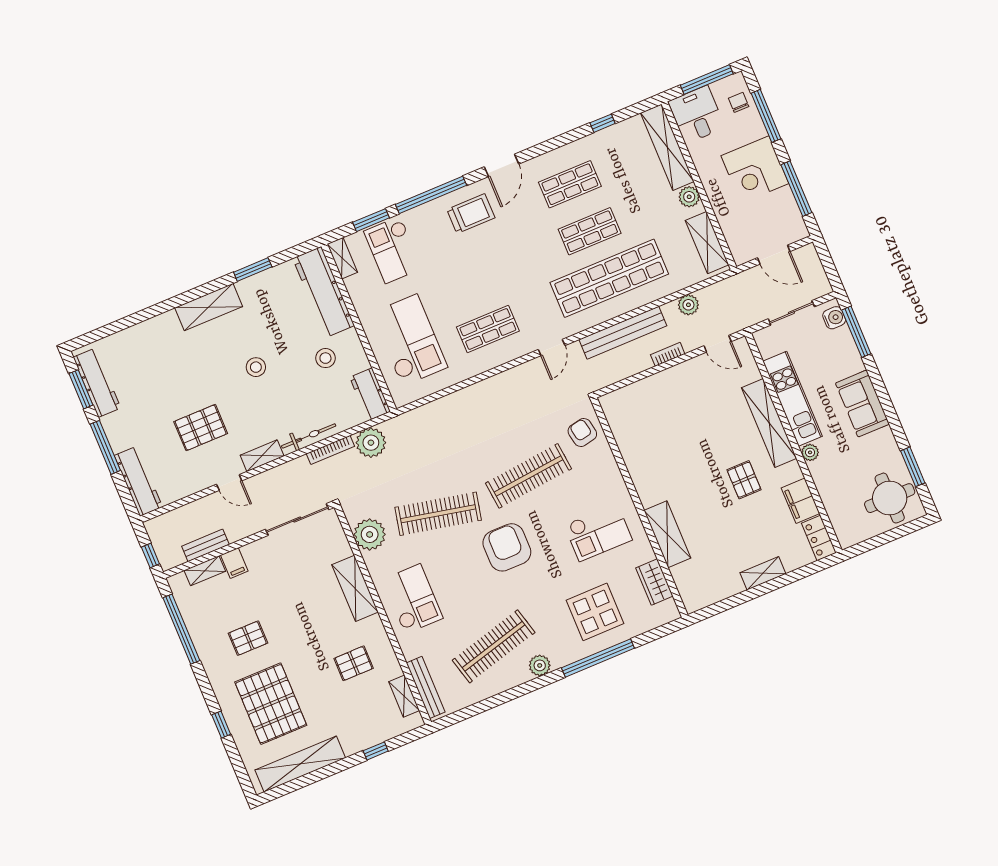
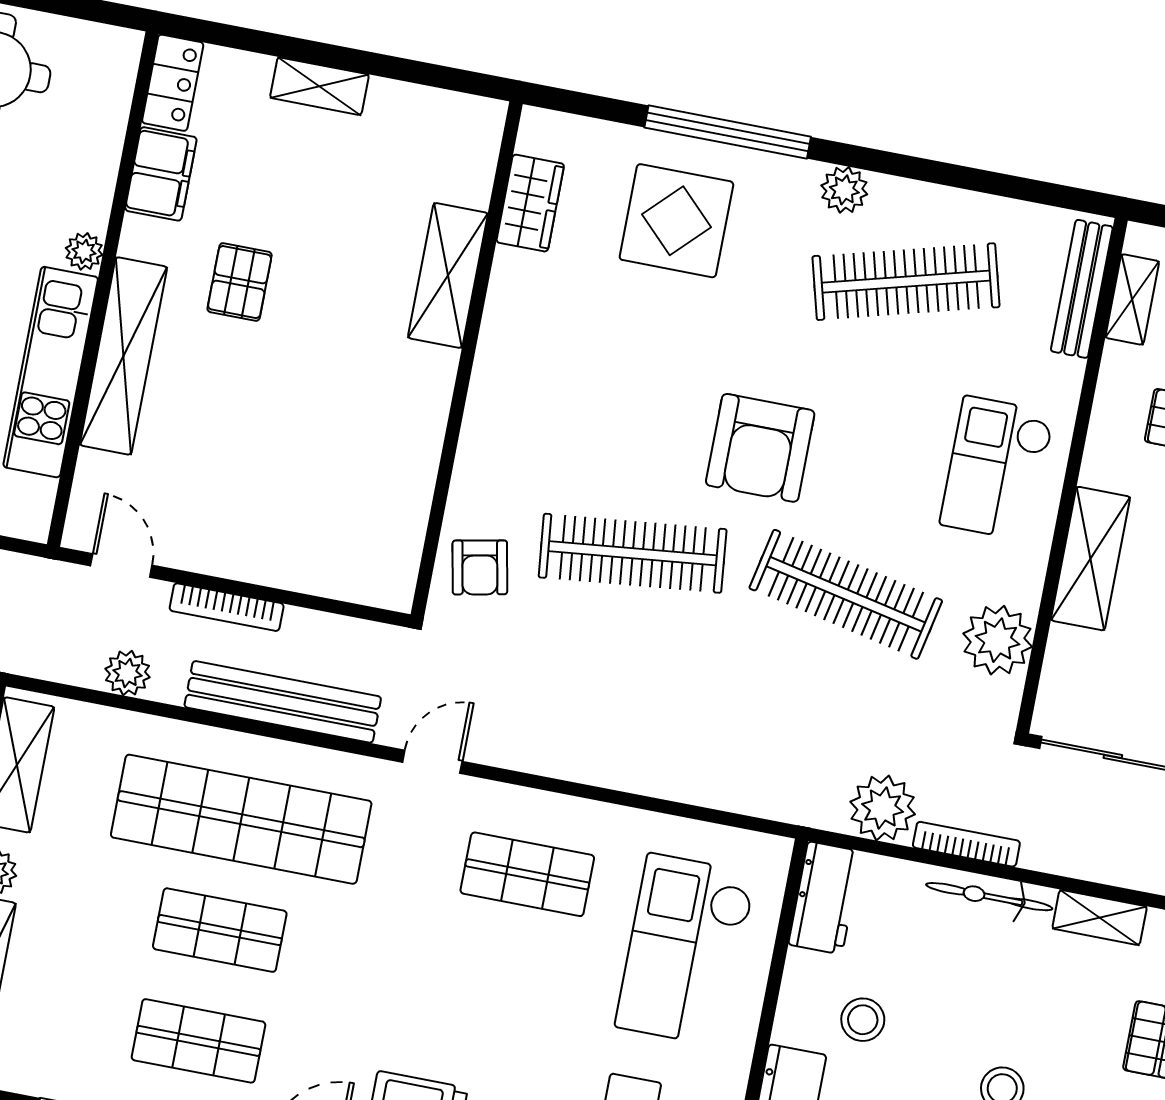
bookcase: (668, 354) -> (227, 607), width x1.56
checkout: (598, 532) -> (573, 363), removed

